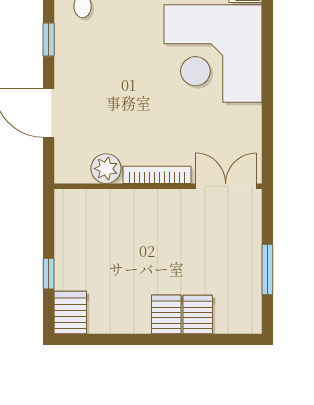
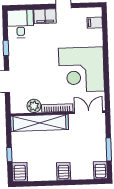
corner desk: (213, 54) -> (81, 70), moved
shelving: (117, 206) -> (39, 123), added
server rack: (198, 314) -> (100, 170), moved

